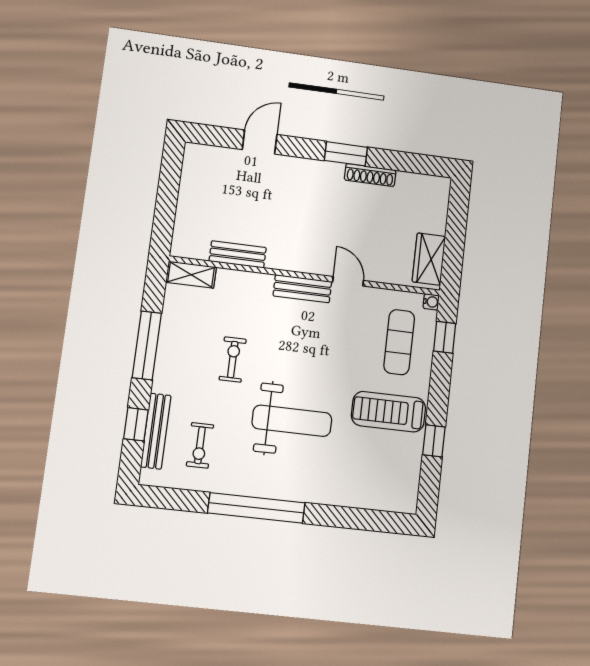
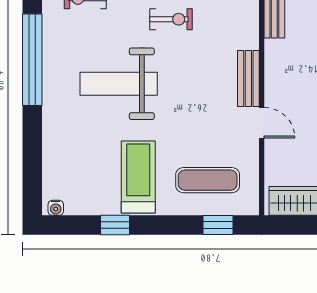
door: (348, 281) -> (262, 123), hinge flipped
water cooler: (431, 302) -> (56, 208), moved
weight bench: (292, 421) -> (119, 84), turned 90

